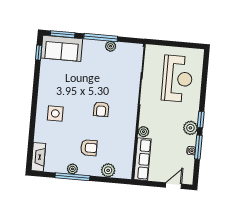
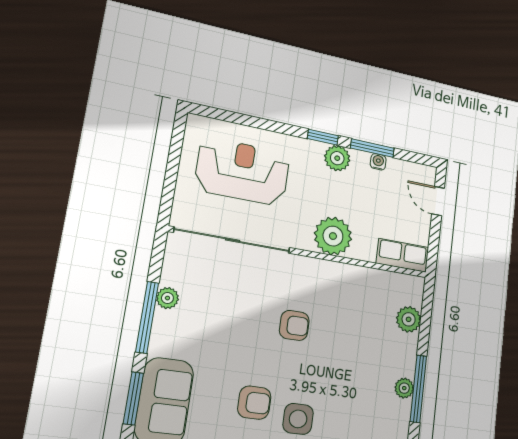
plant: (143, 132) -> (333, 236), width x1.88, depth x1.88
armchair: (89, 148) -> (254, 403), moved, turned 90
row of seats: (142, 159) -> (403, 255), width x0.68

